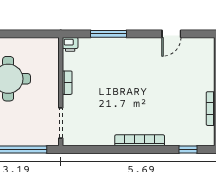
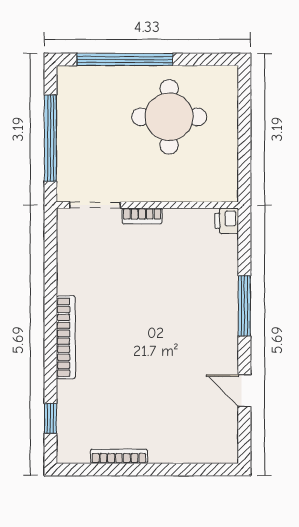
window: (108, 34) -> (244, 306), moved
bookcase: (67, 83) -> (142, 216), moved

